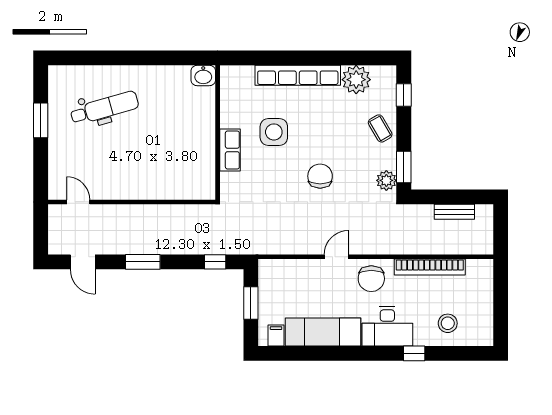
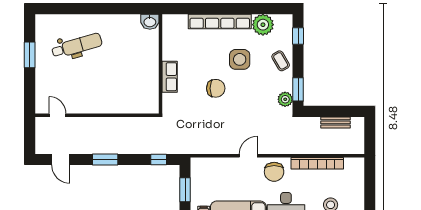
side table: (274, 132) -> (240, 59), moved
chair: (320, 176) -> (216, 88), moved, turned 90

